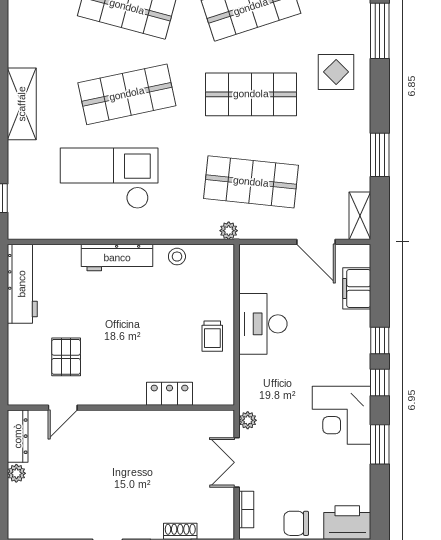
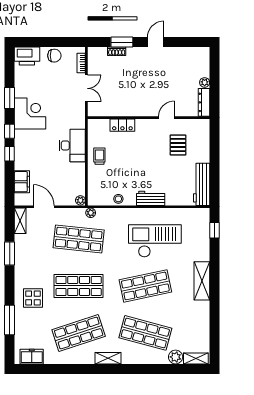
checkout: (109, 178) -> (155, 241), turned 180
workbench: (117, 258) -> (151, 198), width x0.73
desk: (263, 324) -> (72, 145), moved
door: (63, 408) -> (167, 118), moved
plant: (248, 420) -> (80, 200), moved

